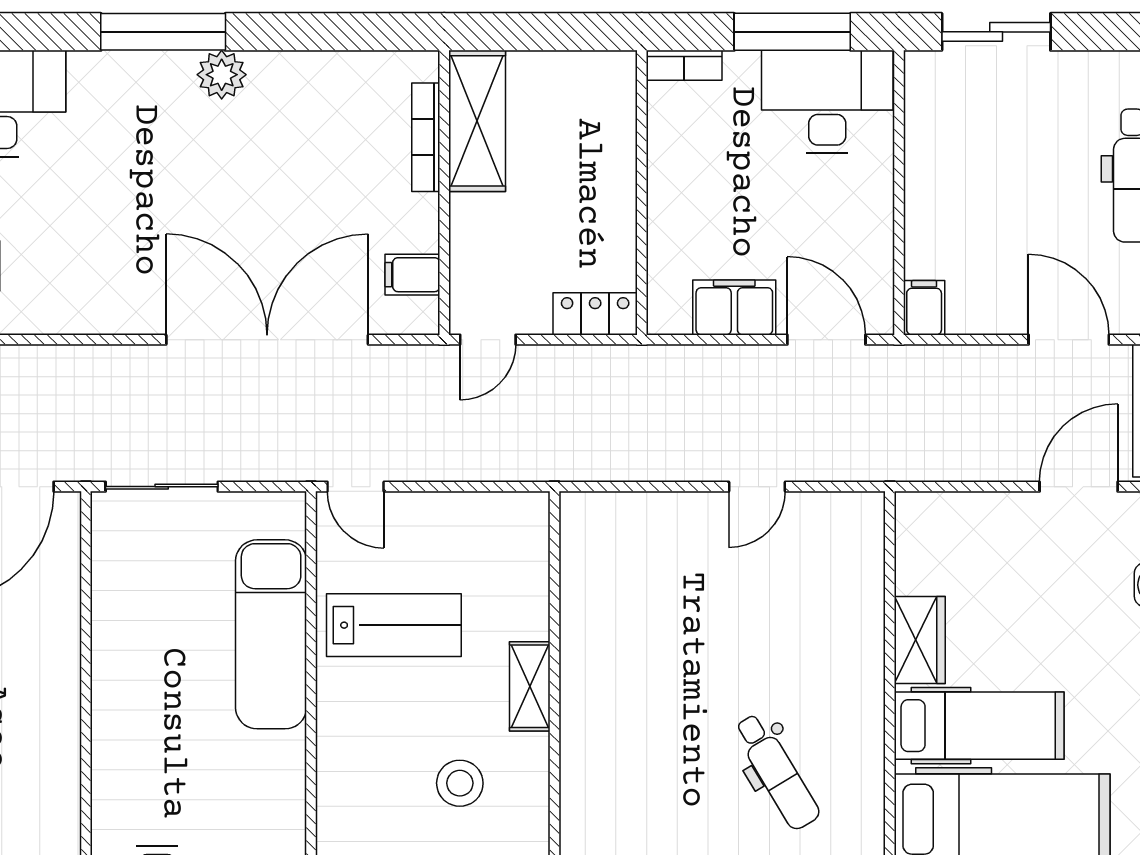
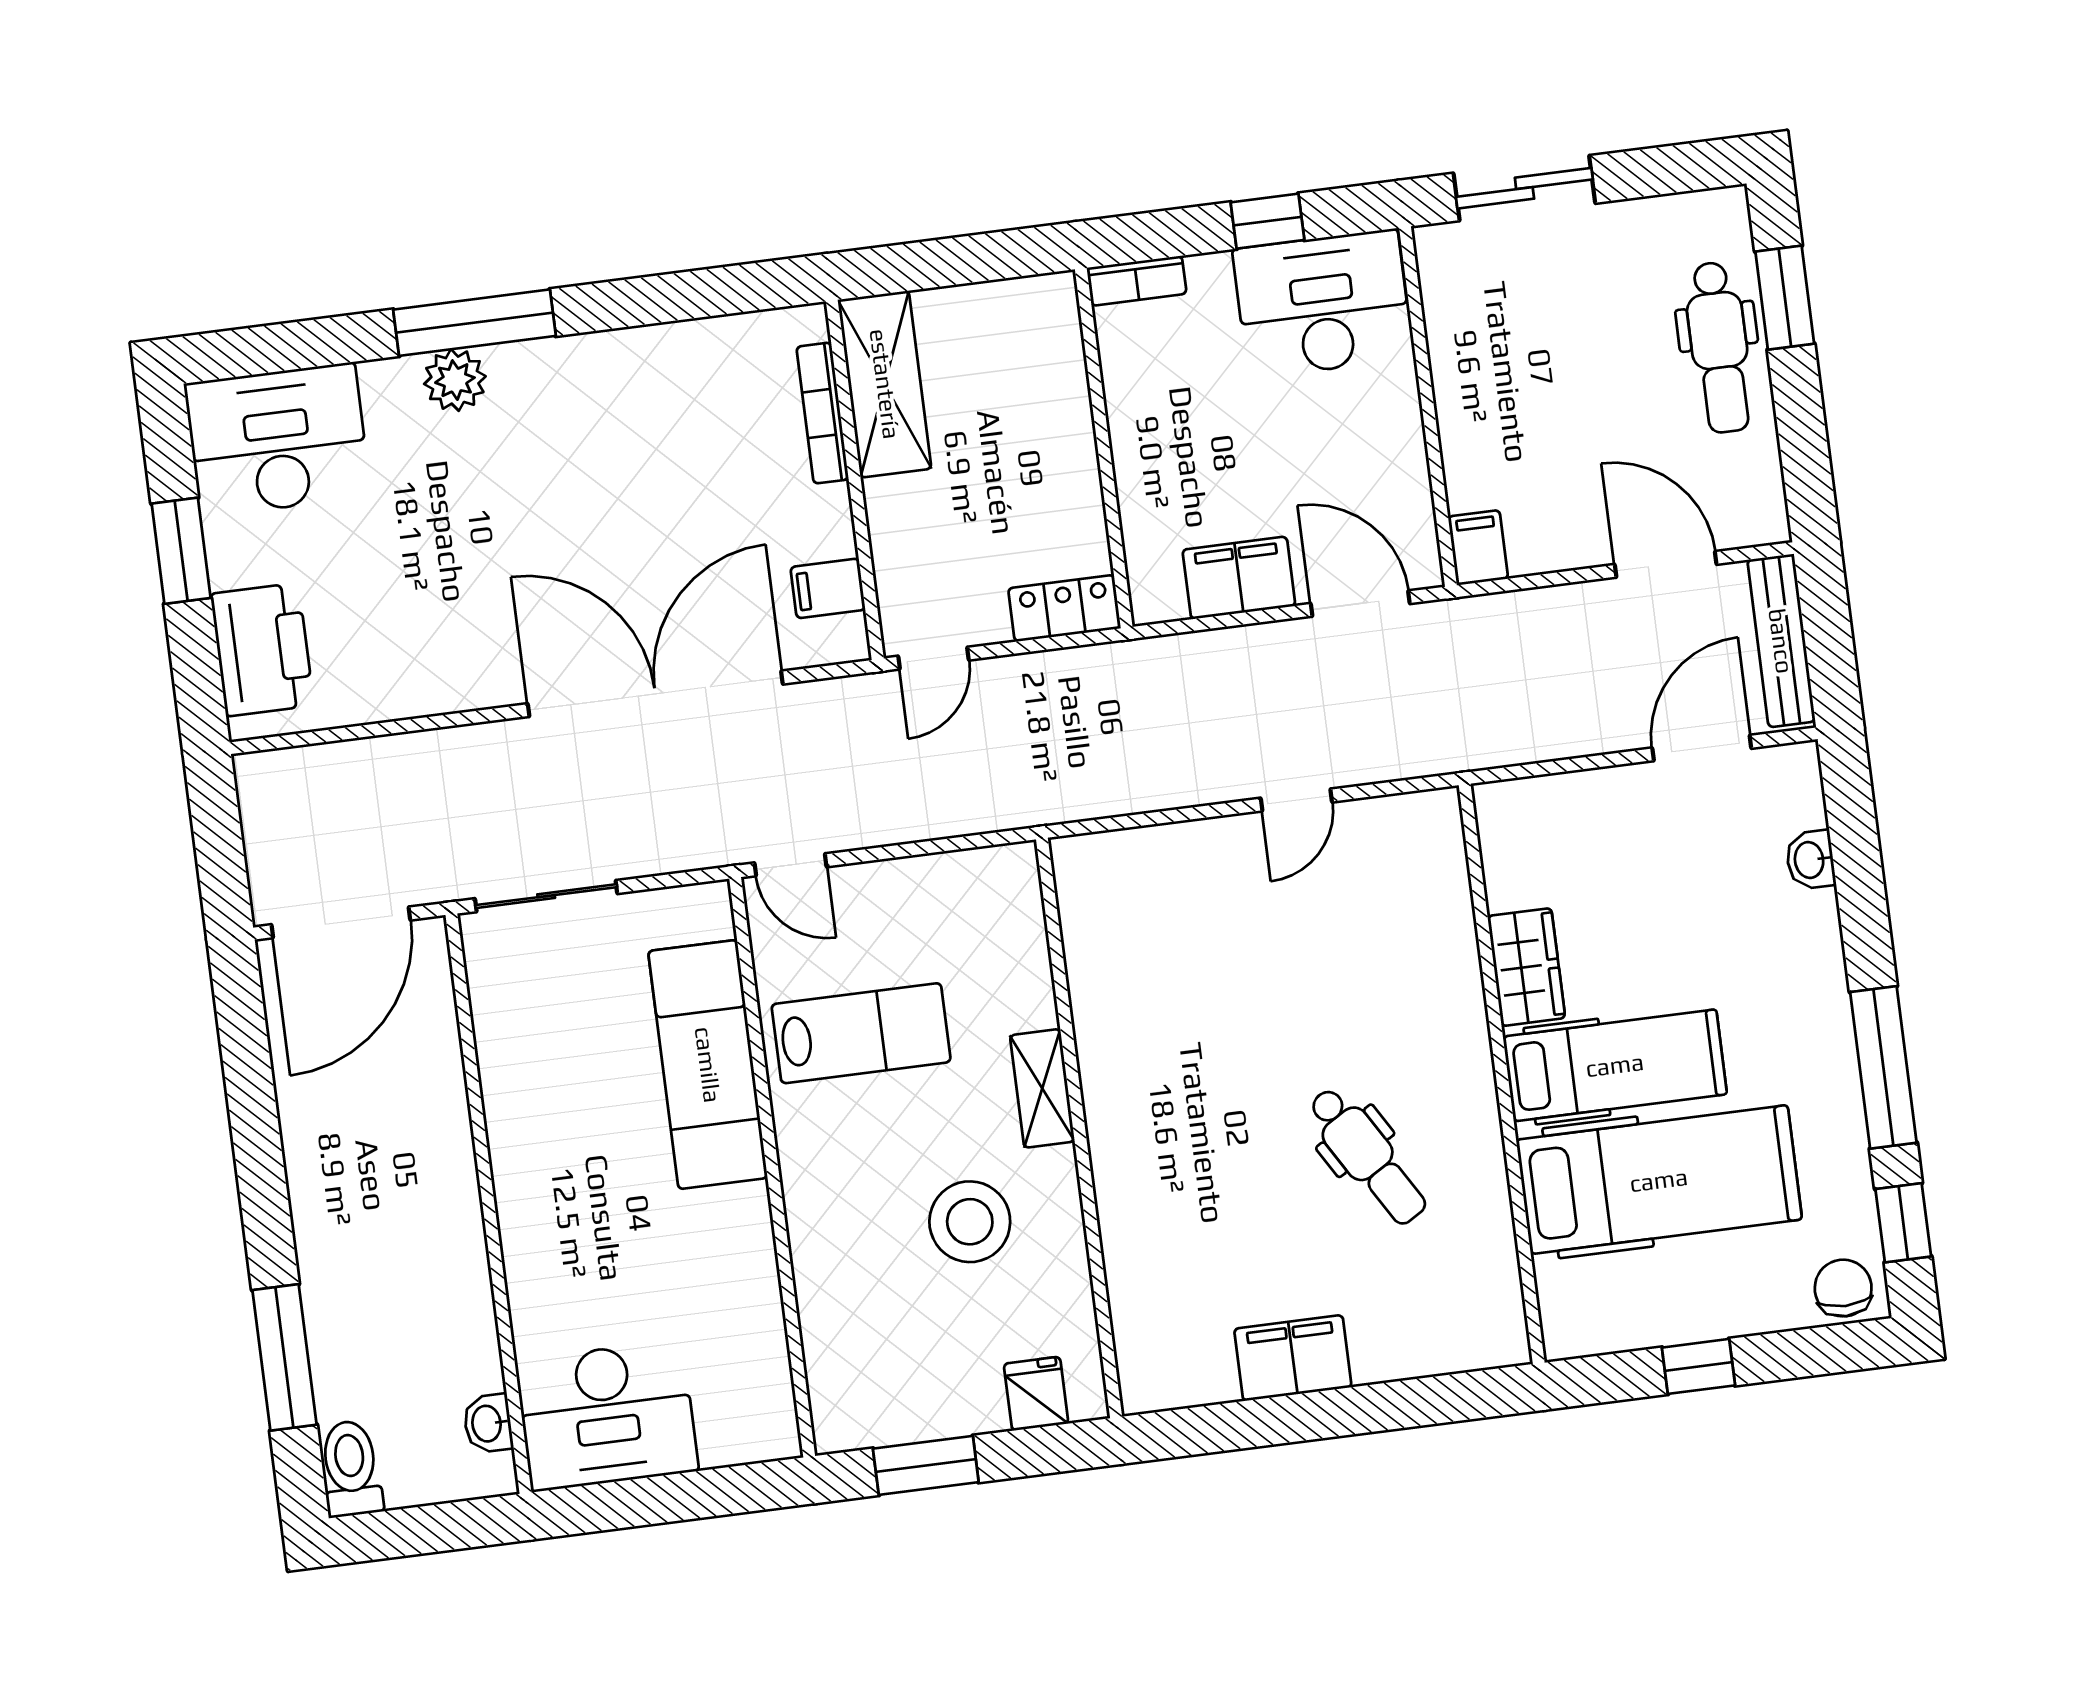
window: (792, 32) -> (1268, 221), width x0.46
plant: (222, 75) -> (455, 380), moved
stool: (460, 783) -> (970, 1222), width x1.38, depth x1.38

